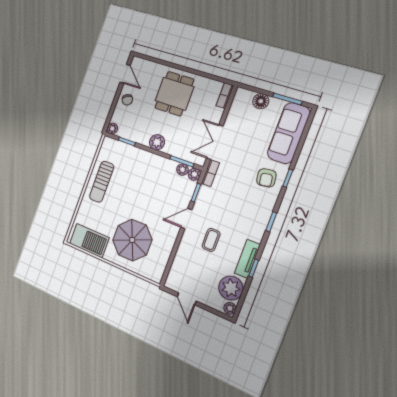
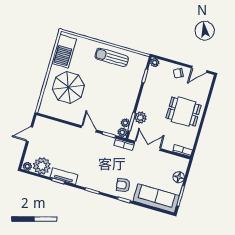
plant: (157, 142) -> (141, 118), moved
coffee table: (211, 240) -> (75, 149), removed

